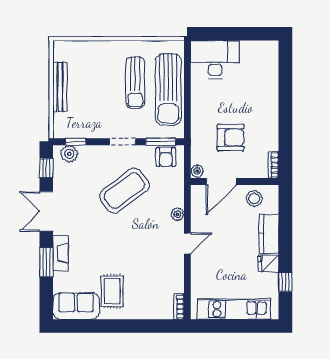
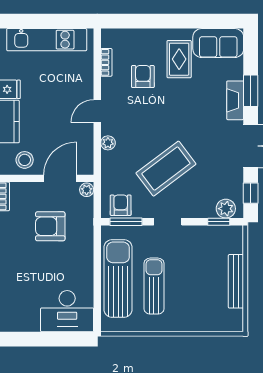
armchair: (145, 275) -> (143, 77), added
bookcase: (179, 307) -> (106, 62), moved

